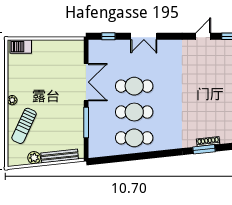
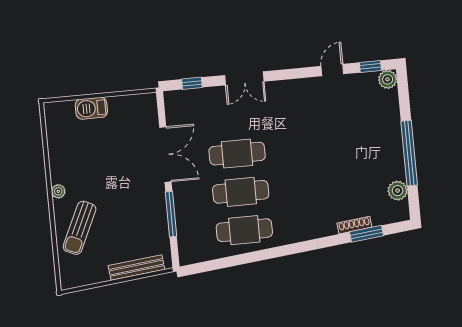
barbecue: (21, 47) -> (91, 108), moved
window: (204, 149) -> (367, 234), moved
plant: (34, 158) -> (99, 273), removed

